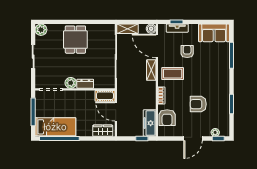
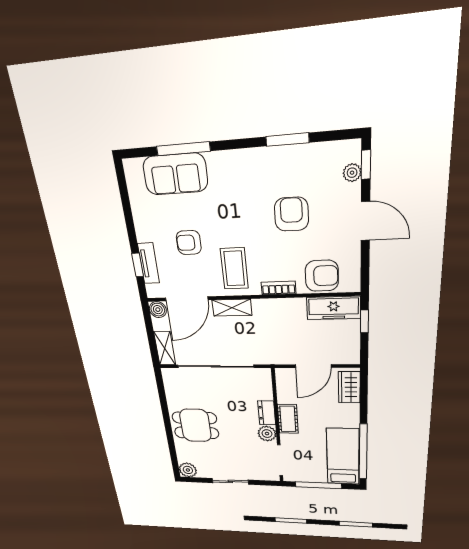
sofa: (214, 33) -> (175, 174), moved, turned 90
cot: (105, 96) -> (288, 419), moved
armchair: (198, 104) -> (291, 214), turned 180

